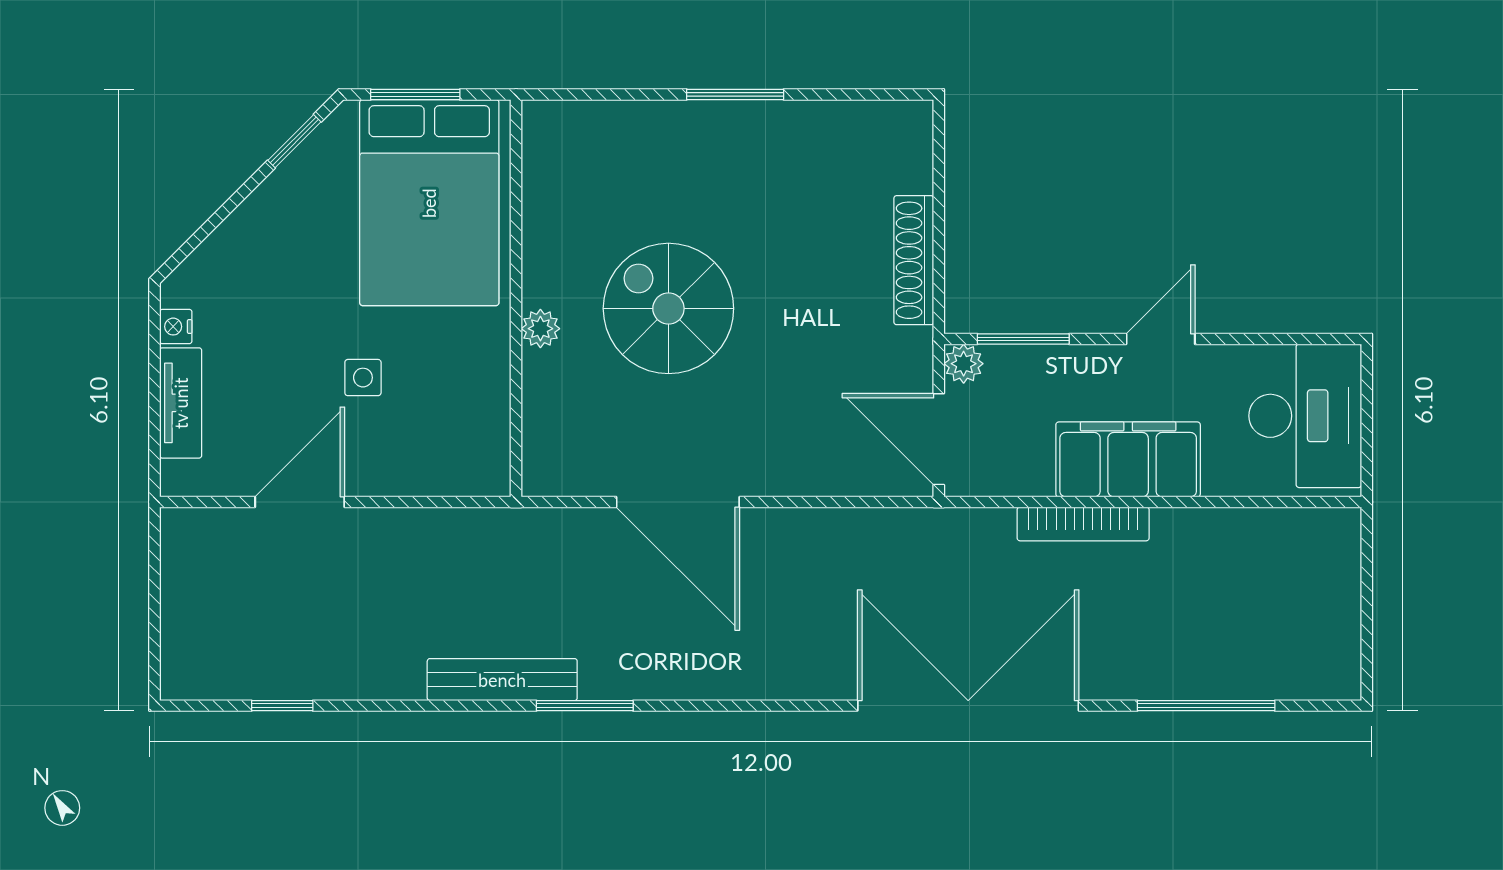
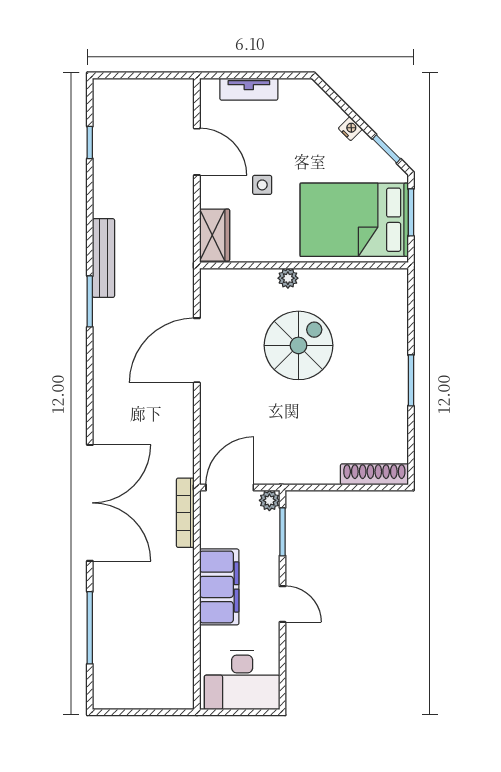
shoe rack: (914, 260) -> (374, 474), moved
nightstand: (176, 327) -> (350, 129), moved, turned 45
wardrobe: (459, 468) -> (215, 235), added
bookcase: (1083, 524) -> (185, 513), moved

